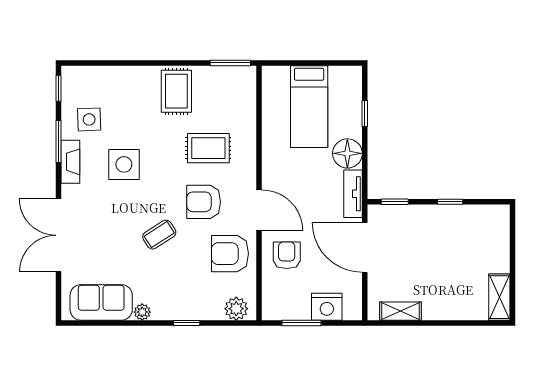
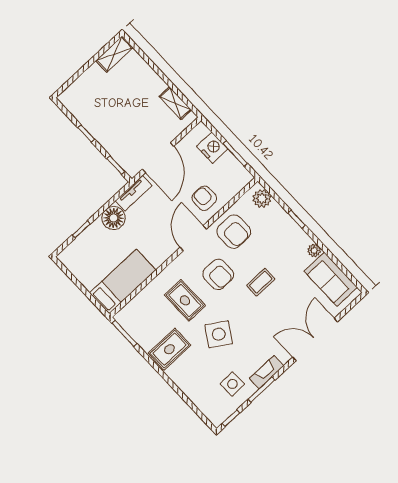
bed: (309, 107) -> (123, 282), moved
side table: (124, 164) -> (219, 334), moved, turned 33
double door: (59, 235) -> (315, 339), swing flipped
coffee table: (159, 235) -> (261, 282), turned -57
armchair: (287, 255) -> (204, 198), turned 90

